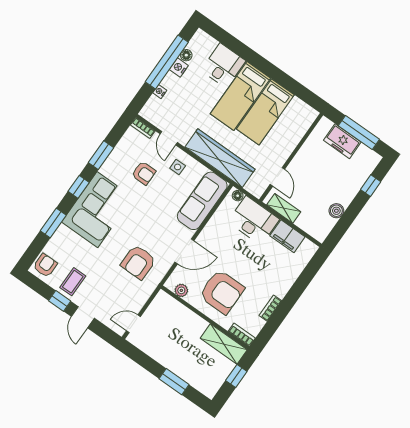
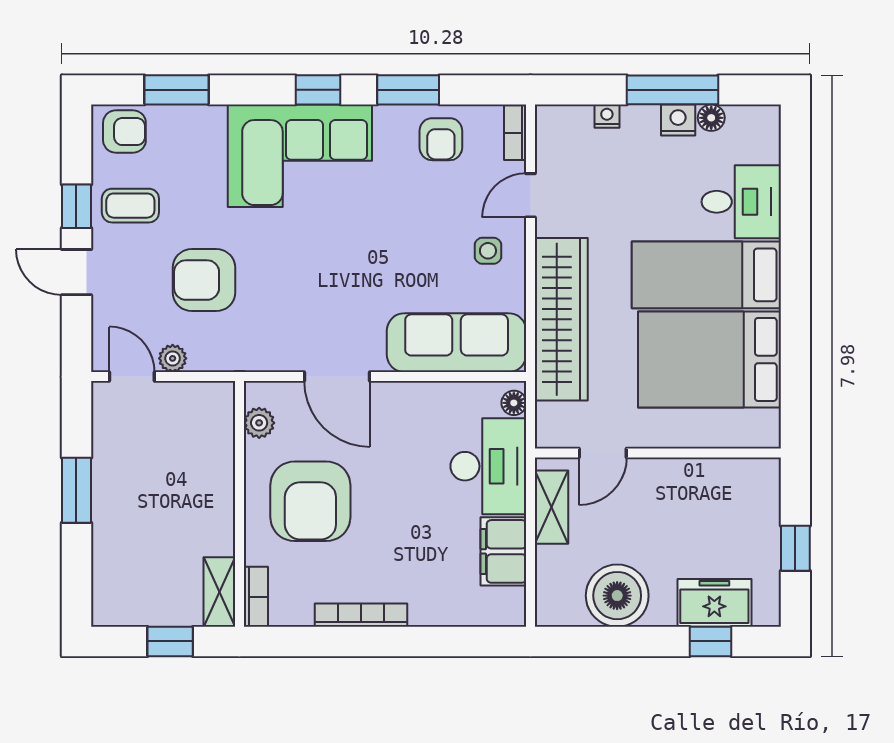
window: (167, 62) -> (672, 90), width x0.68
bed: (265, 112) -> (709, 359), width x1.50
window: (359, 133) -> (795, 548), width x0.46
freezer: (342, 141) -> (714, 603), moved, turned 90
armchair: (144, 173) -> (441, 139), moved
boiler: (336, 211) -> (617, 596), width x1.86, depth x1.86
window: (53, 223) -> (176, 90), moved
armchair: (138, 262) -> (204, 280), moved
plant: (137, 305) -> (173, 358), added
bookcase: (270, 308) -> (361, 615), width x1.56
door: (83, 317) -> (76, 272), hinge flipped
shelving: (224, 344) -> (219, 592), width x0.67, depth x0.75
window: (174, 382) -> (76, 490), moved

